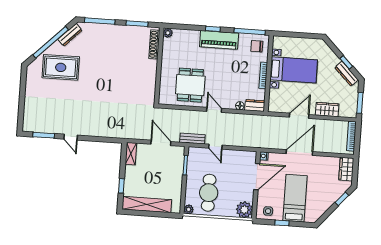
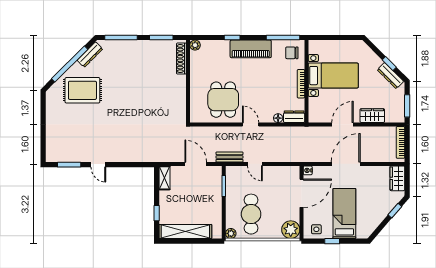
window: (213, 29) -> (232, 38), moved

